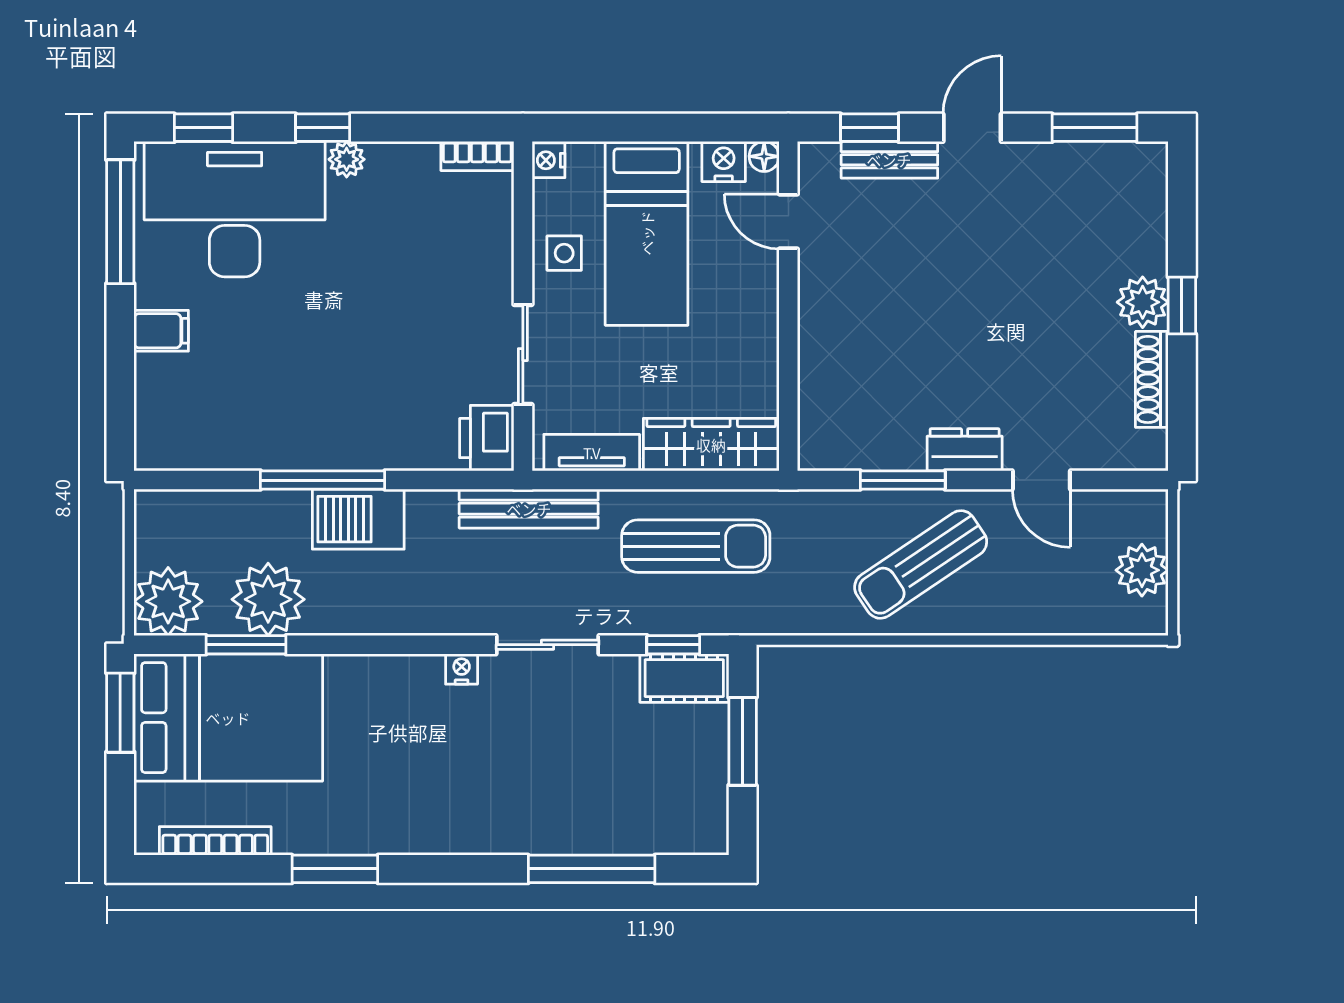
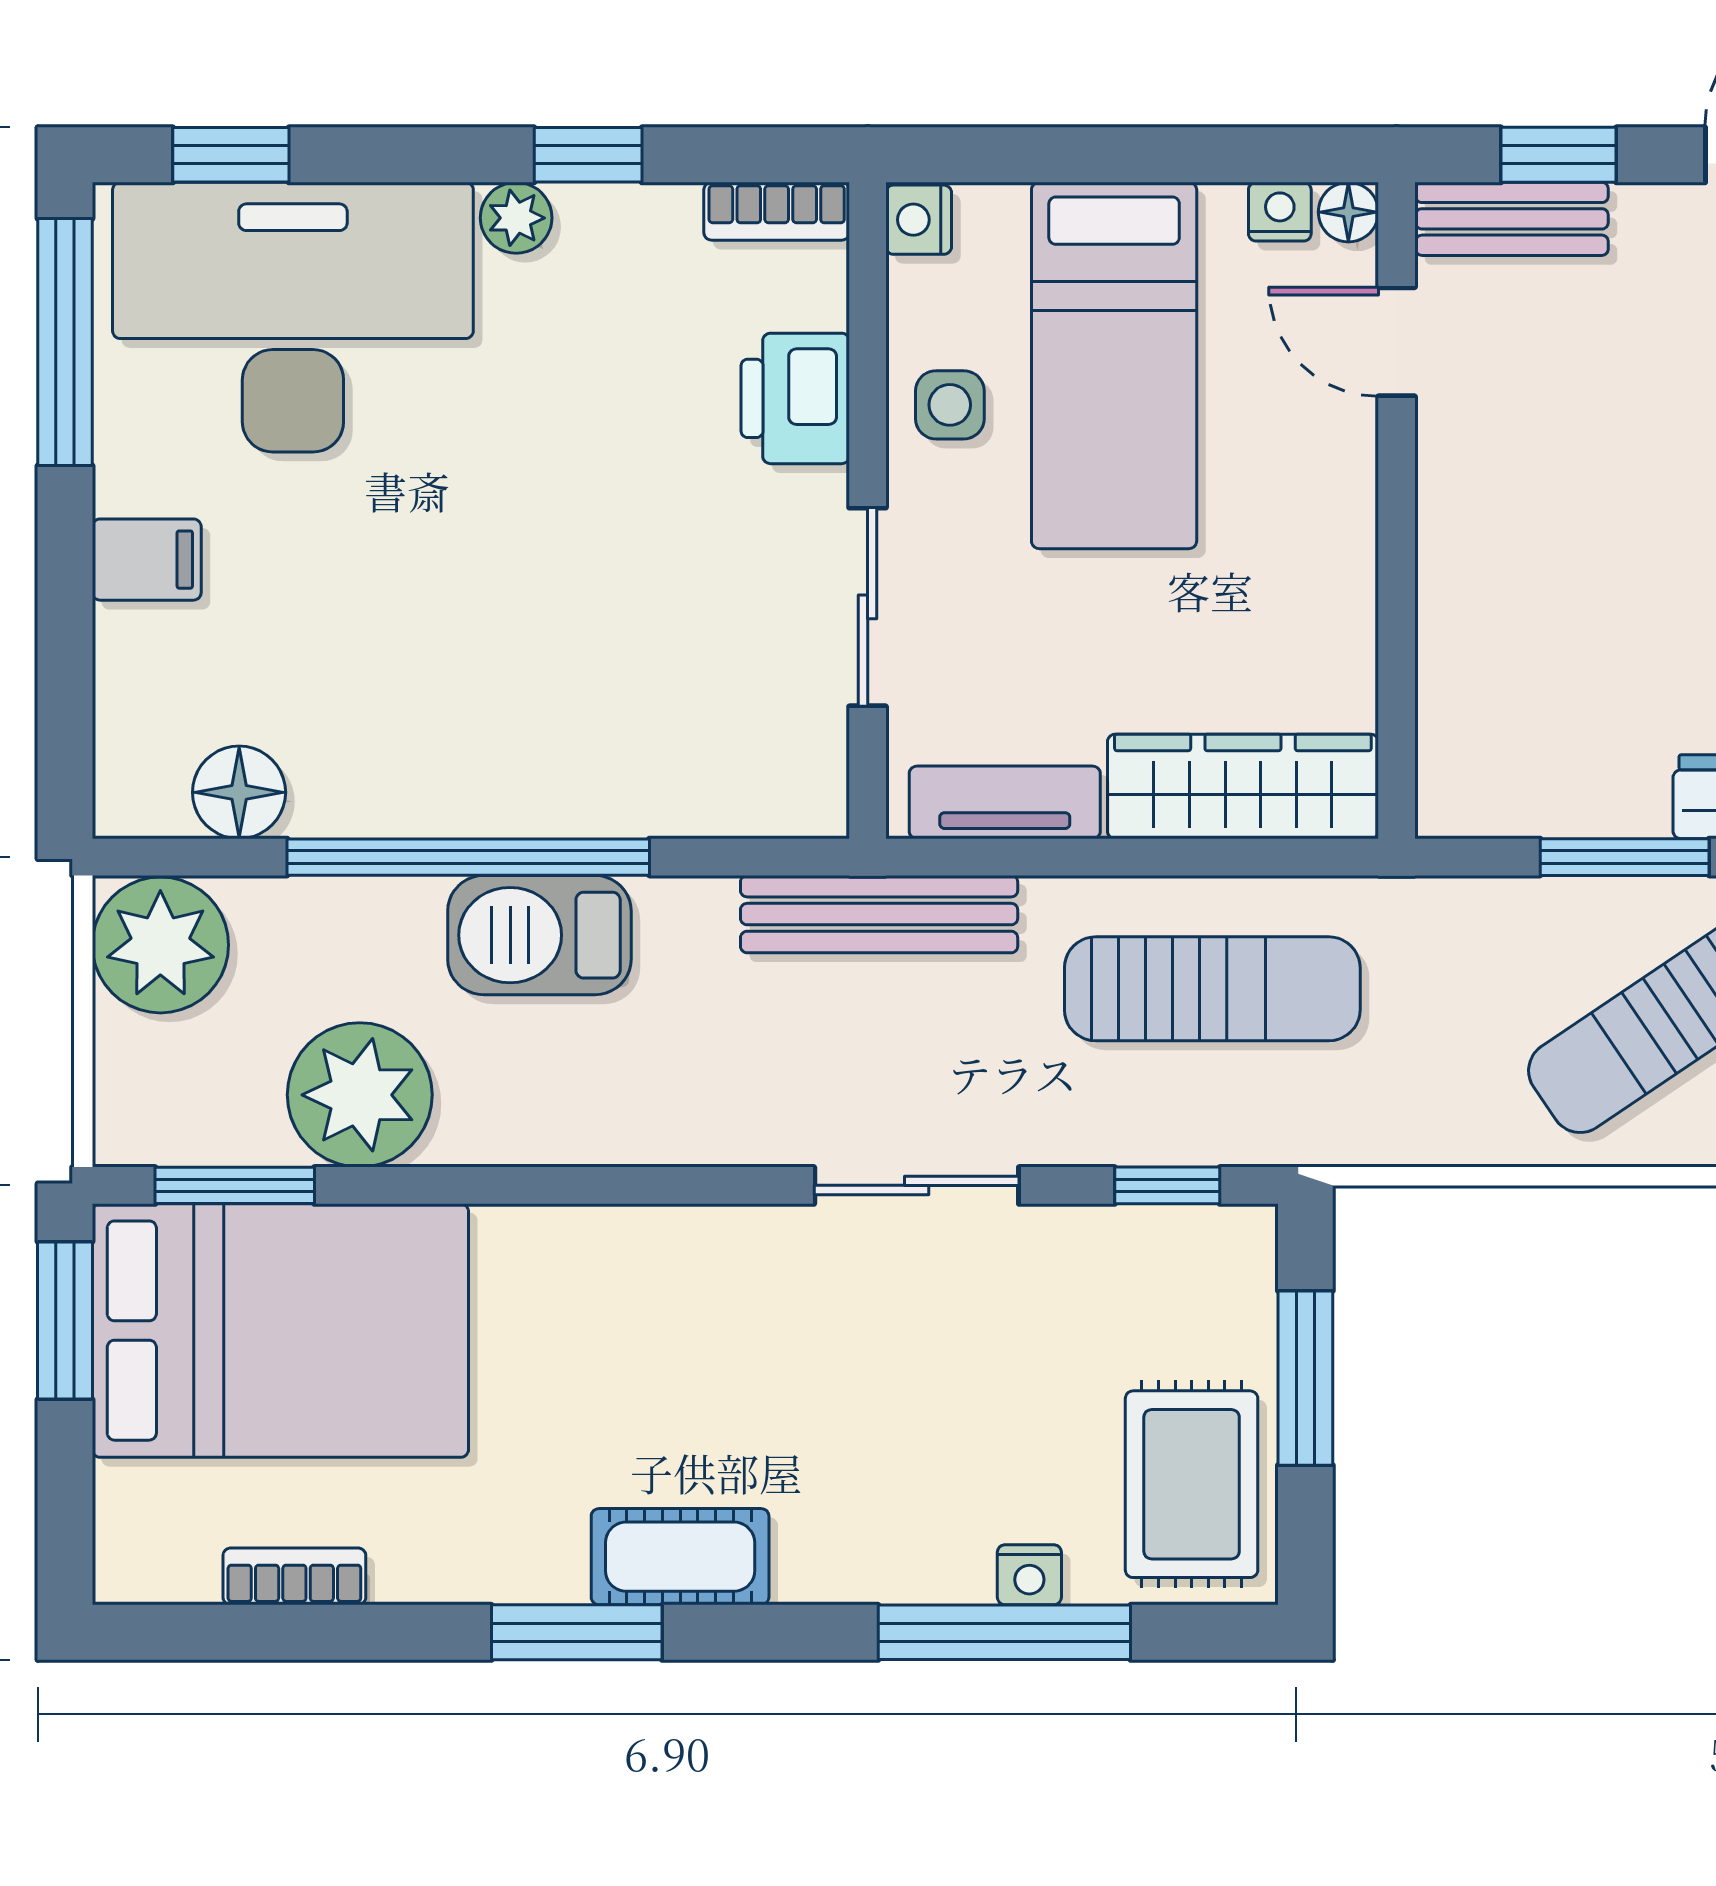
window: (323, 128) -> (588, 155), moved
bench: (889, 160) -> (1512, 219), moved
nightstand: (724, 161) -> (1280, 212), width x0.72, depth x0.74
printer: (487, 438) -> (795, 398), moved
floor lamp: (208, 448) -> (239, 792), added
window: (323, 480) -> (468, 857), width x1.46
plant: (168, 601) -> (160, 945), moved
window: (246, 645) -> (235, 1185), moved
nightstand: (462, 669) -> (1029, 1575), moved, turned 180
cot: (684, 678) -> (680, 1557), moved
rug: (685, 795) -> (1192, 1484), added
bookcase: (215, 841) -> (294, 1576), width x0.64
window: (335, 869) -> (577, 1632), moved

